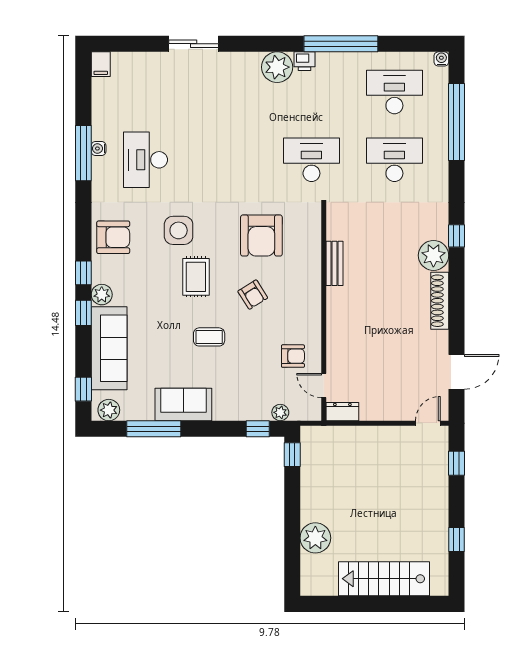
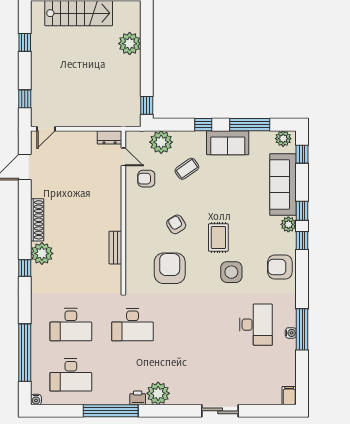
coffee table: (209, 337) -> (187, 169), moved, turned -35
plant: (280, 412) -> (161, 142), width x1.88, depth x1.88
window: (258, 429) -> (203, 125), moved

